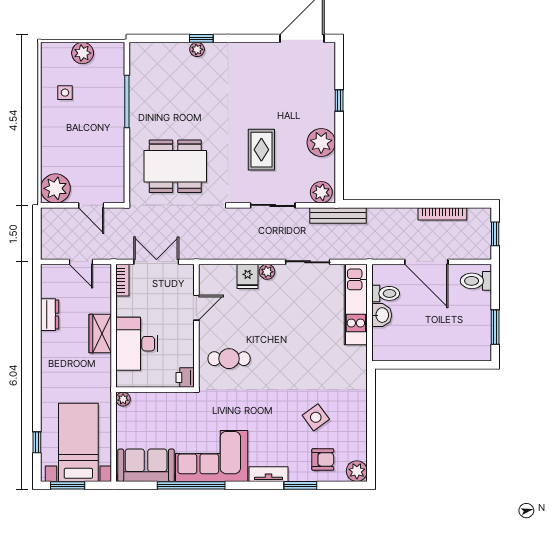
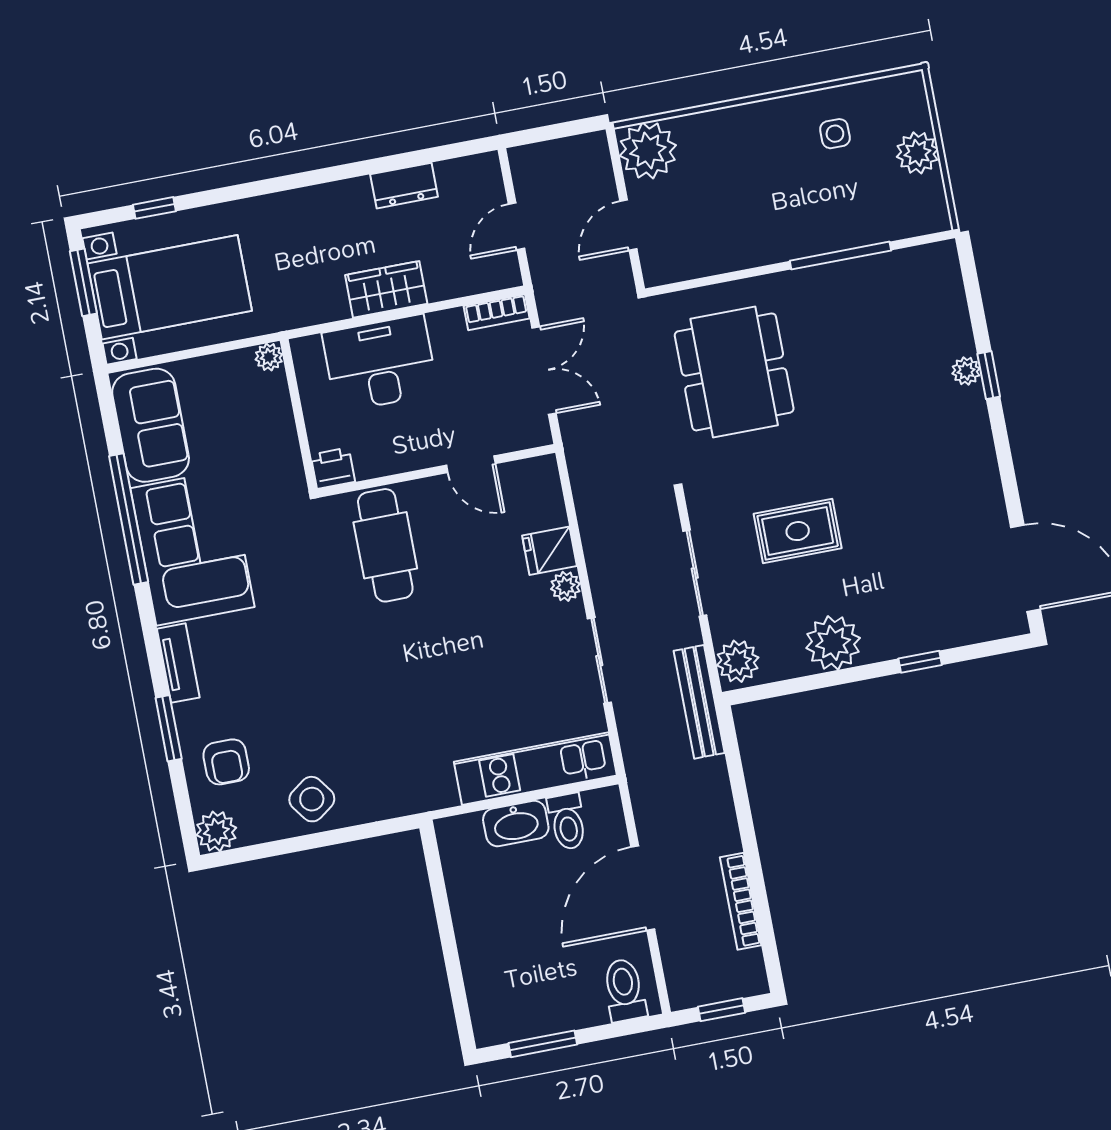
washbasin: (382, 315) -> (516, 823), width x1.38
cafe table: (229, 359) -> (385, 545), width x1.37, depth x1.35
side table: (316, 417) -> (312, 799), moved

